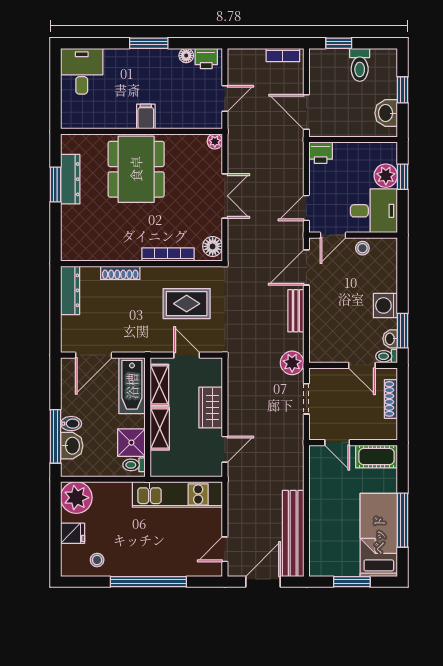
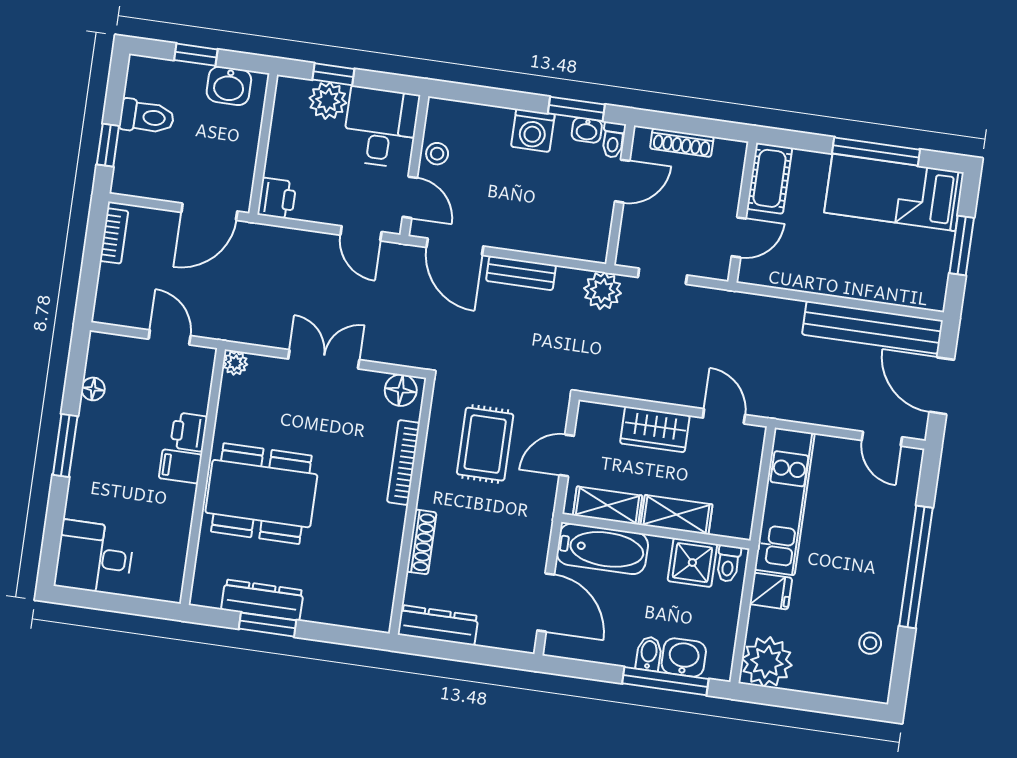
printer: (206, 59) -> (189, 432), moved, turned 180
fridge: (73, 533) -> (771, 591), moved, turned 90

